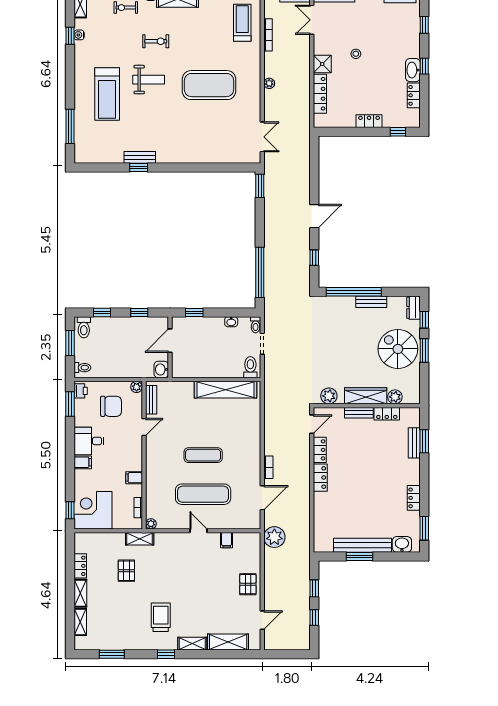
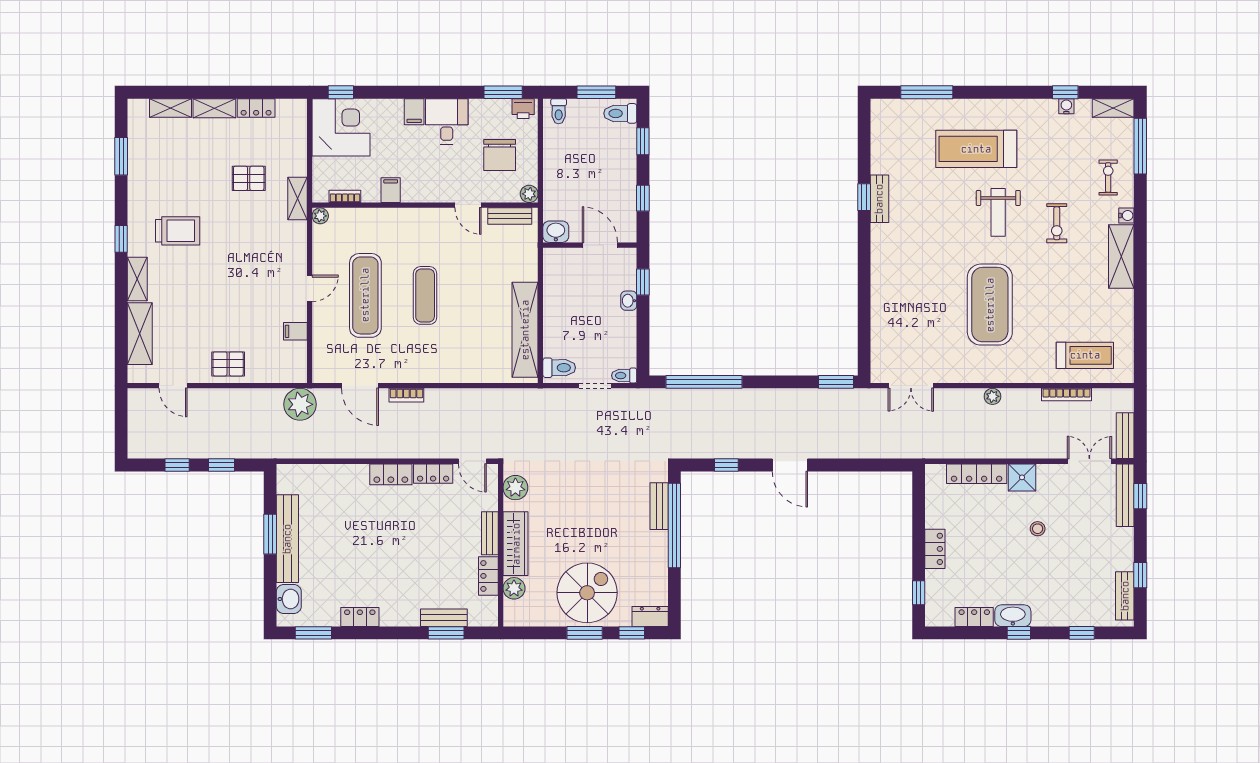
bench: (371, 302) -> (659, 506), moved
washbasin: (231, 322) -> (629, 301), moved

